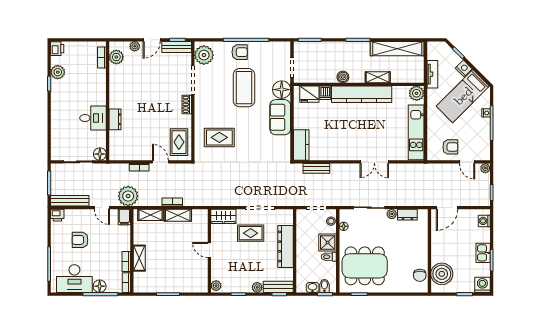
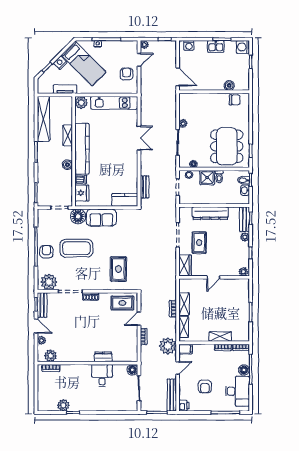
printer: (57, 49) -> (43, 406), removed
dresser: (407, 215) -> (184, 110), removed
boiler: (442, 274) -> (229, 86), width x0.54, depth x0.54

